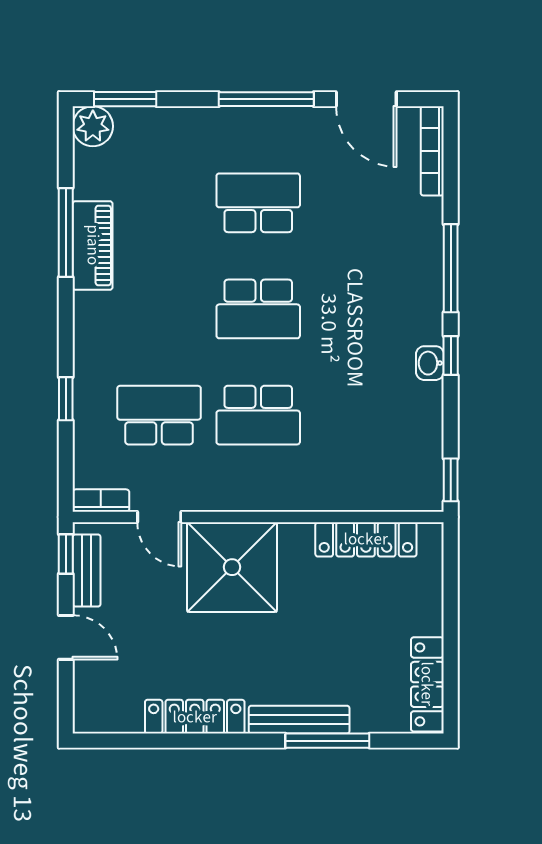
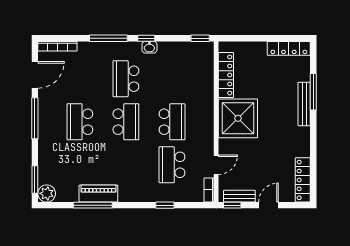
school desk: (357, 309) -> (126, 79), added
shower: (232, 567) -> (238, 118), moved
locker: (195, 717) -> (303, 180), moved

